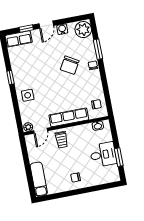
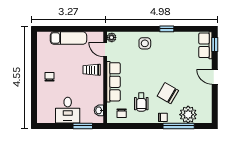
window: (26, 29) -> (215, 44), moved
water cooler: (62, 29) -> (207, 93), removed
plant: (83, 30) -> (188, 115), moved
window: (98, 49) -> (179, 126), width x1.44
wheelchair: (83, 88) -> (141, 102), added
window: (119, 157) -> (83, 126), moved
exam couch: (39, 179) -> (68, 38), moved

